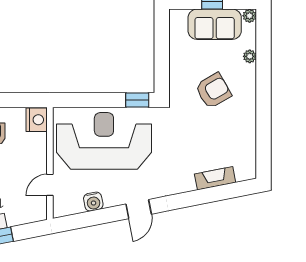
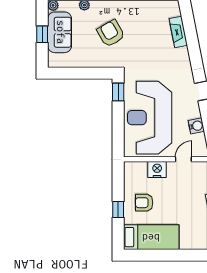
nightstand: (37, 120) -> (157, 170), moved
door: (50, 185) -> (183, 159), swing flipped

